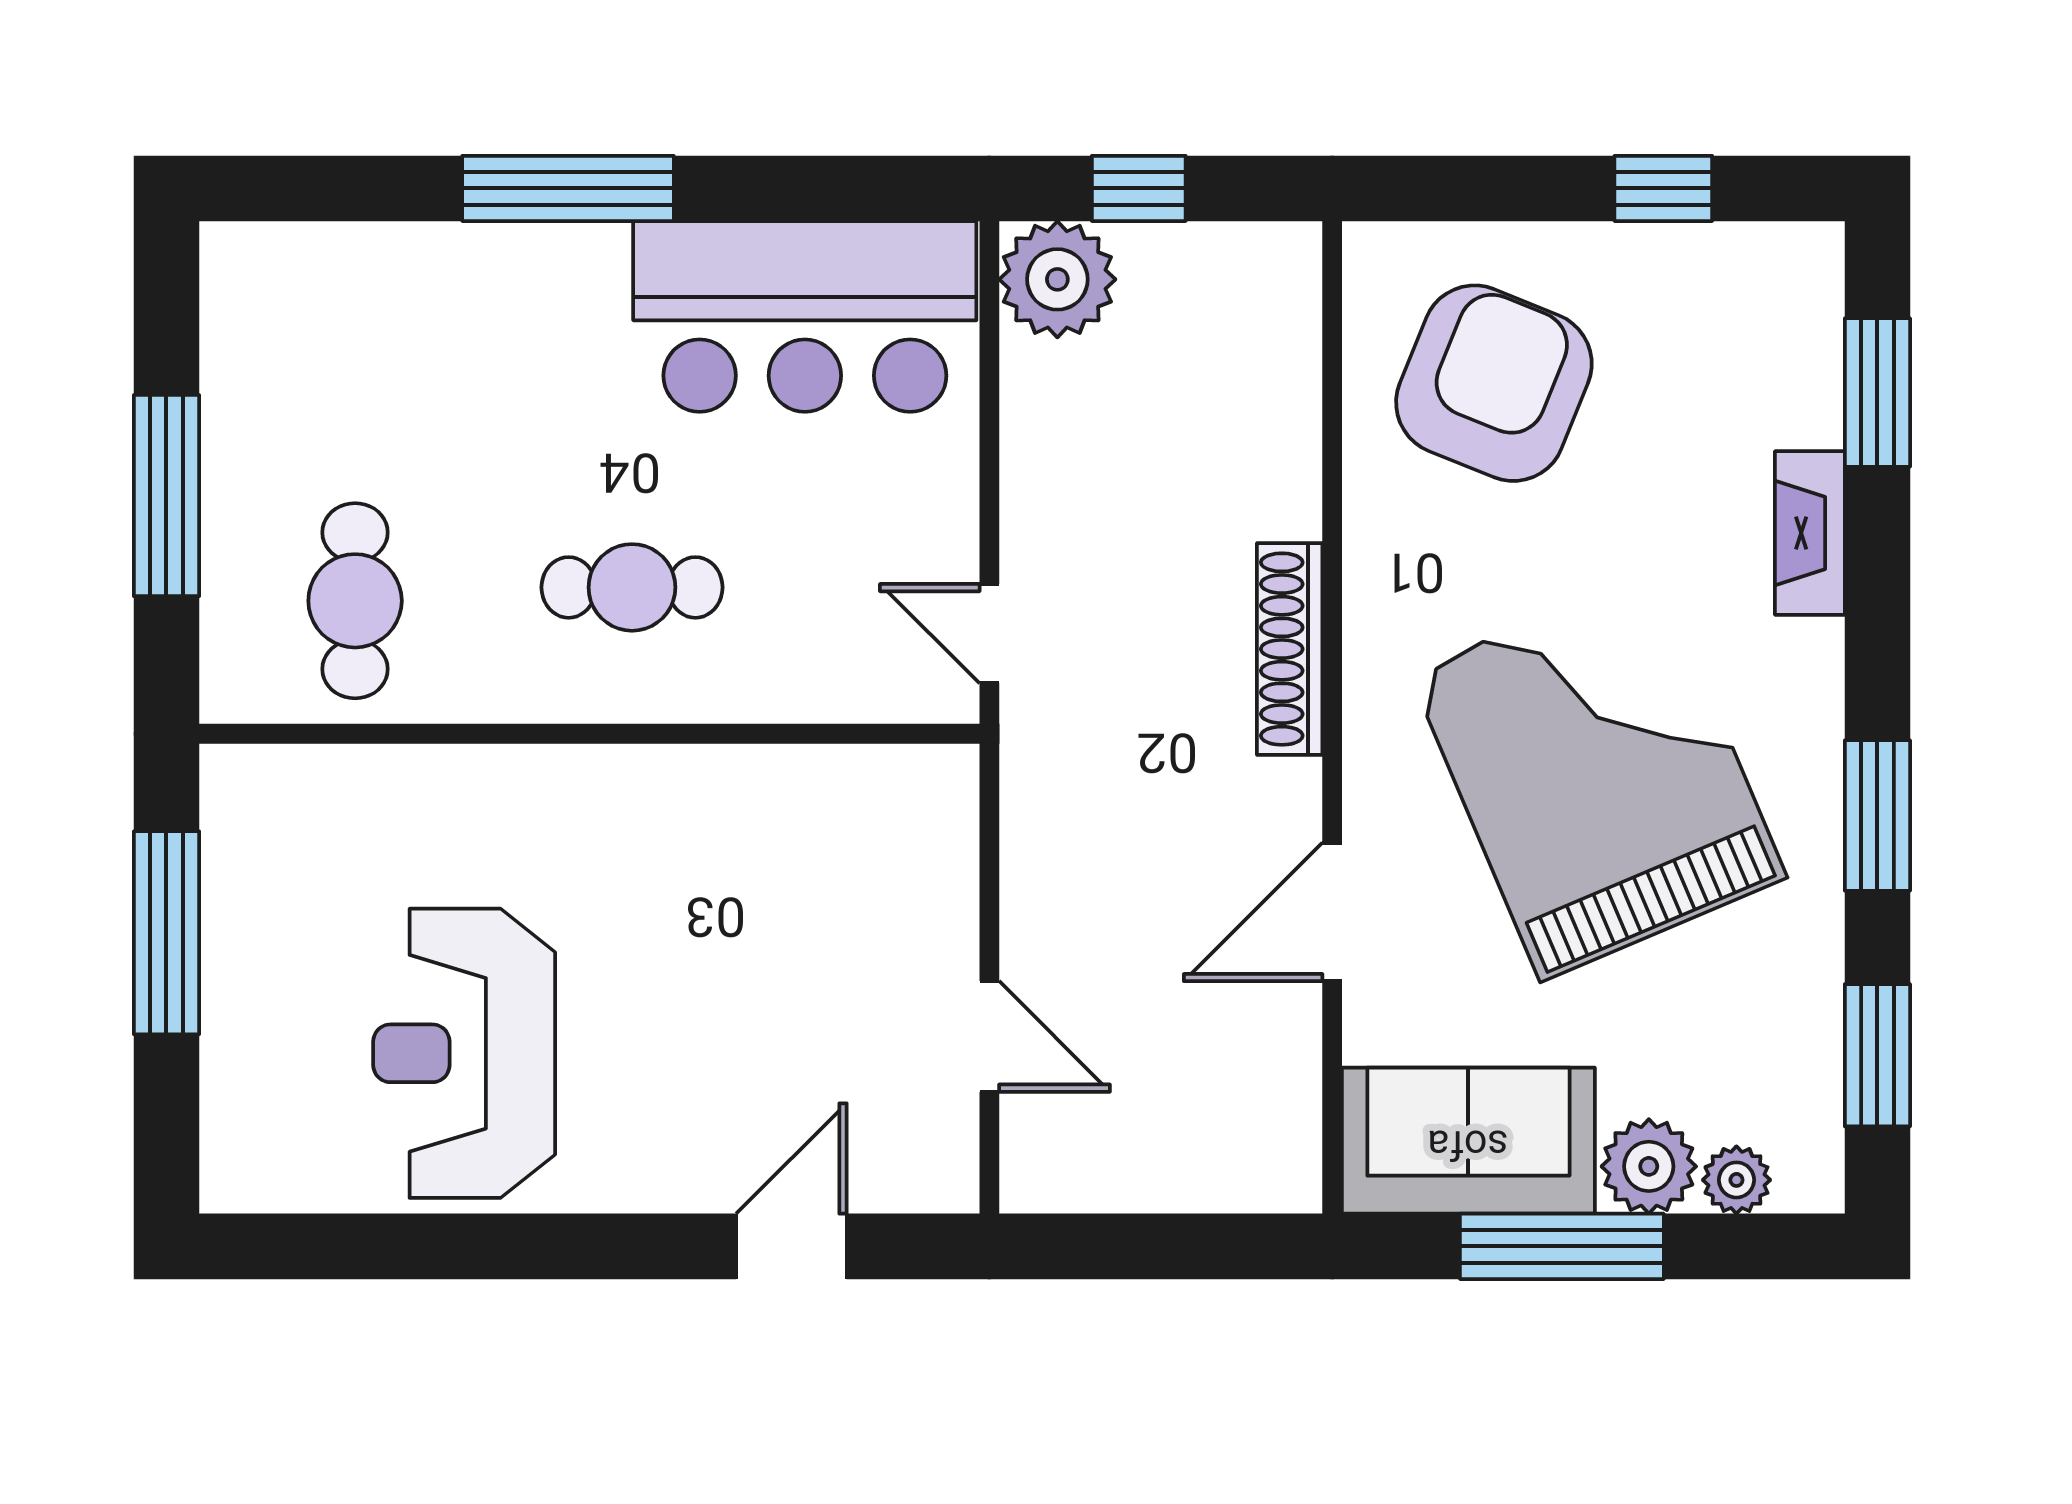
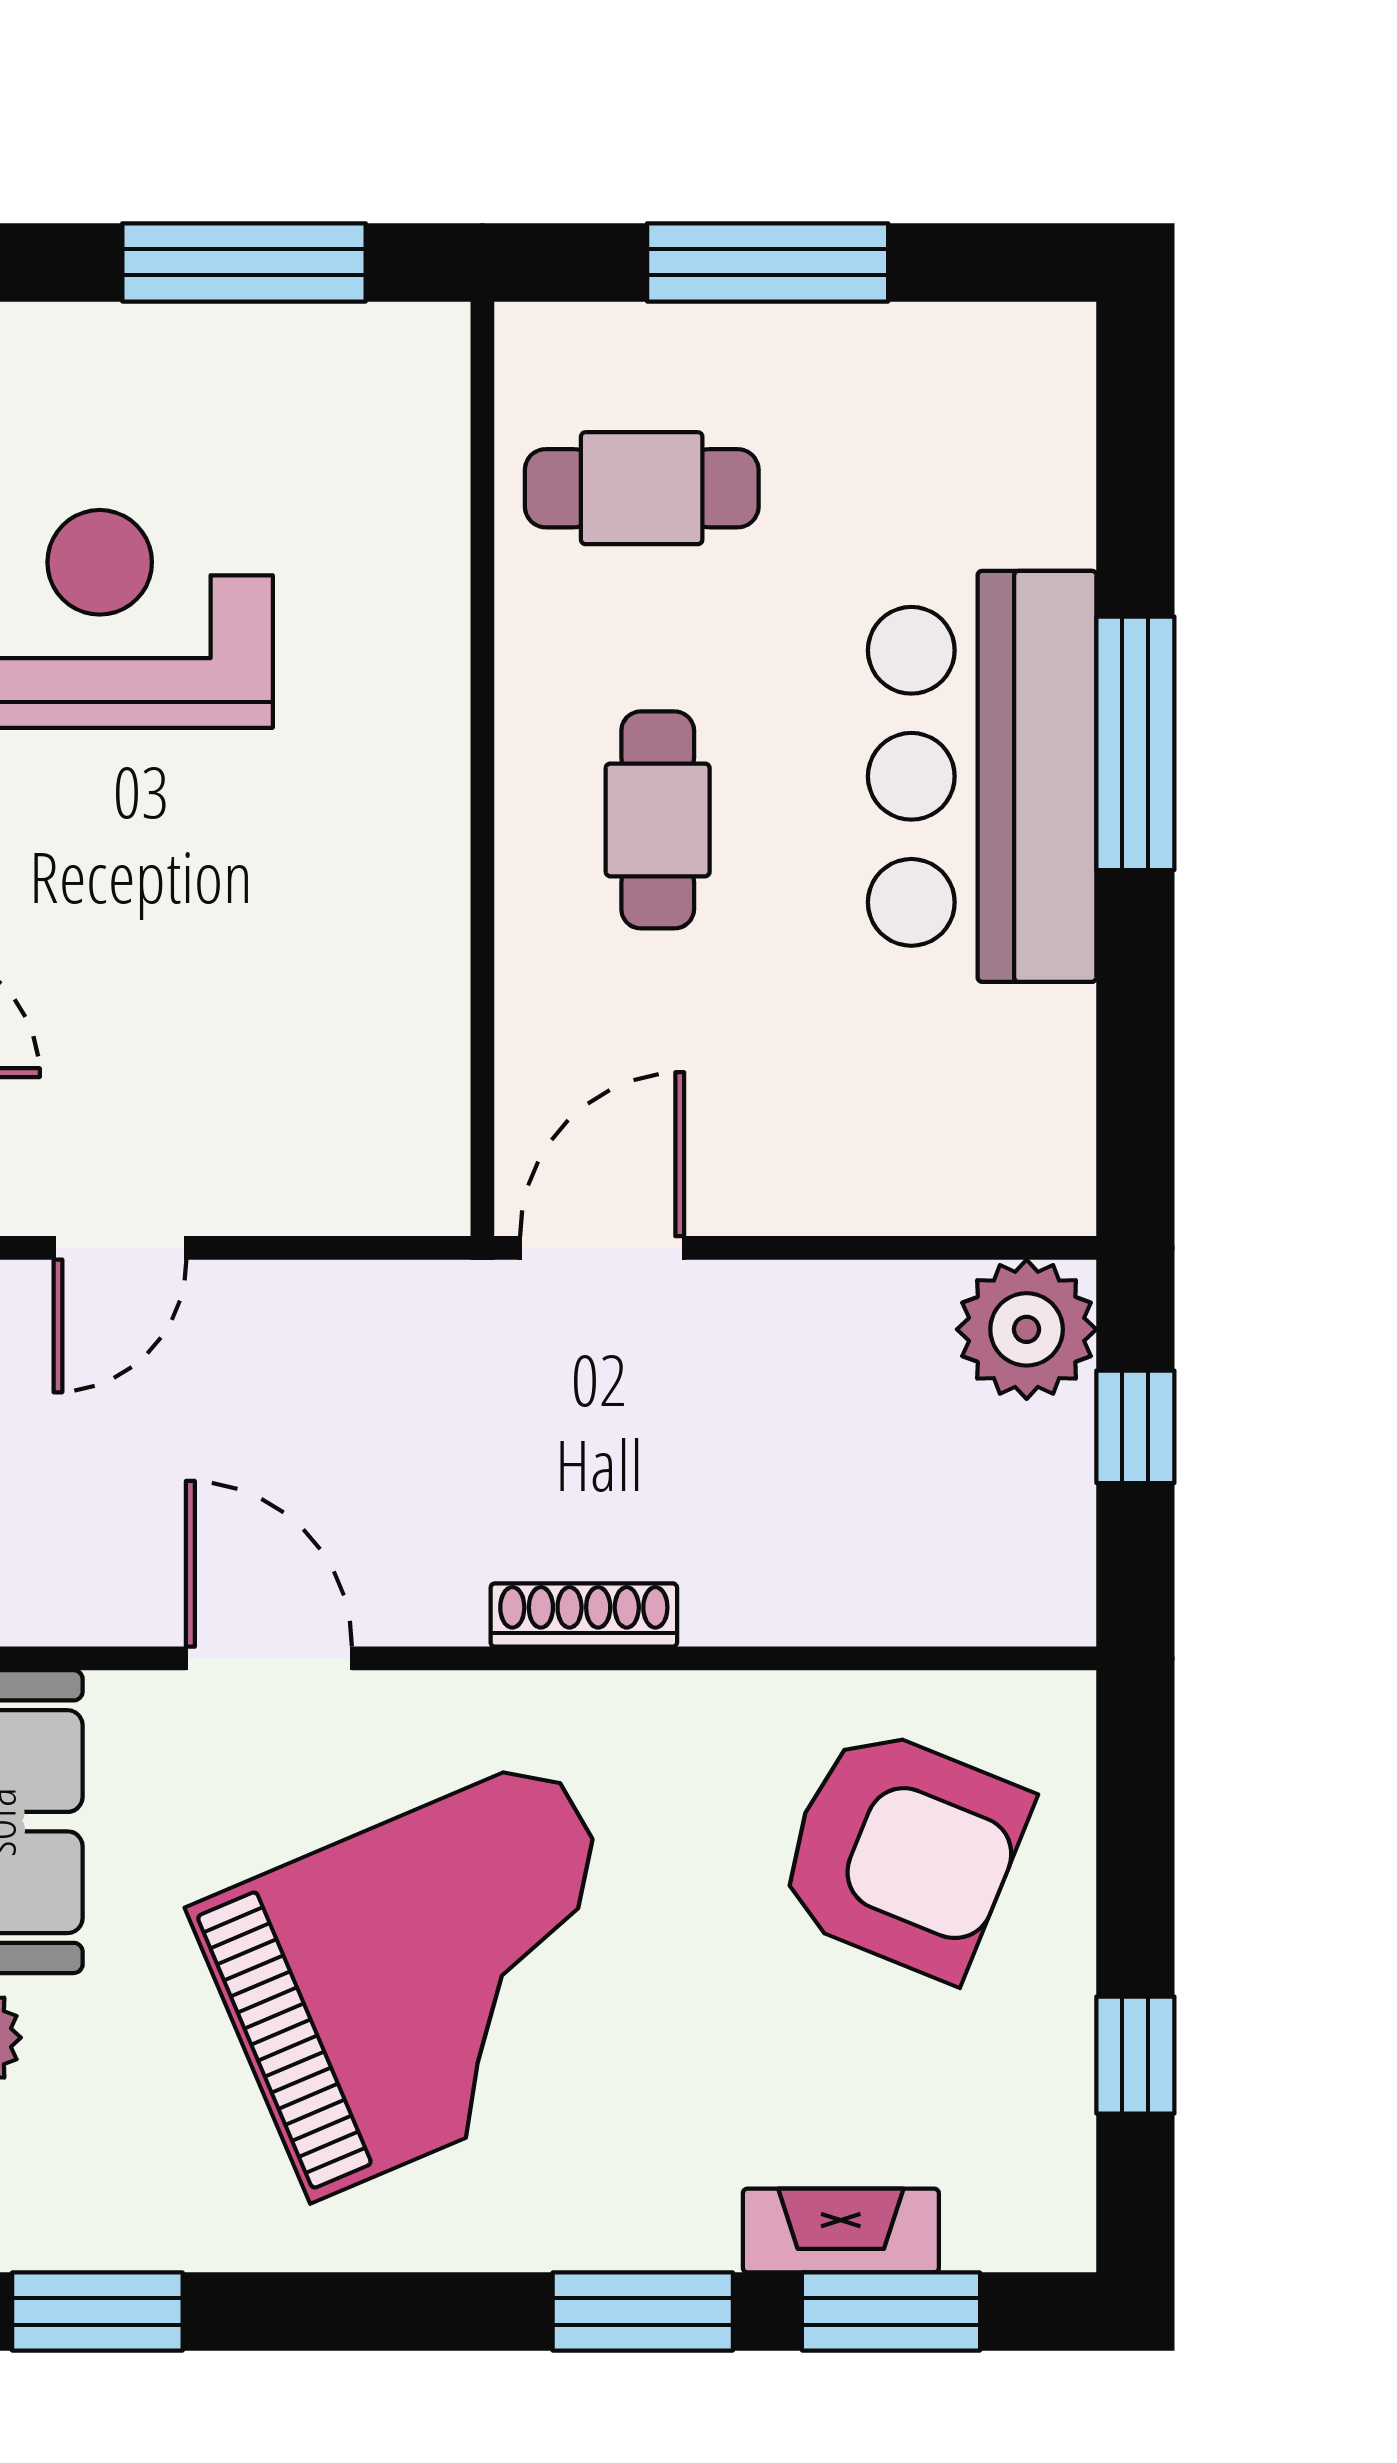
bar counter: (805, 316) -> (982, 776), moved
fireplace: (1810, 533) -> (841, 2231), moved
door: (989, 634) -> (602, 1248), width x1.38
shoe rack: (1290, 649) -> (584, 1615), width x0.74, depth x0.81
window: (1877, 816) -> (643, 2312), moved

